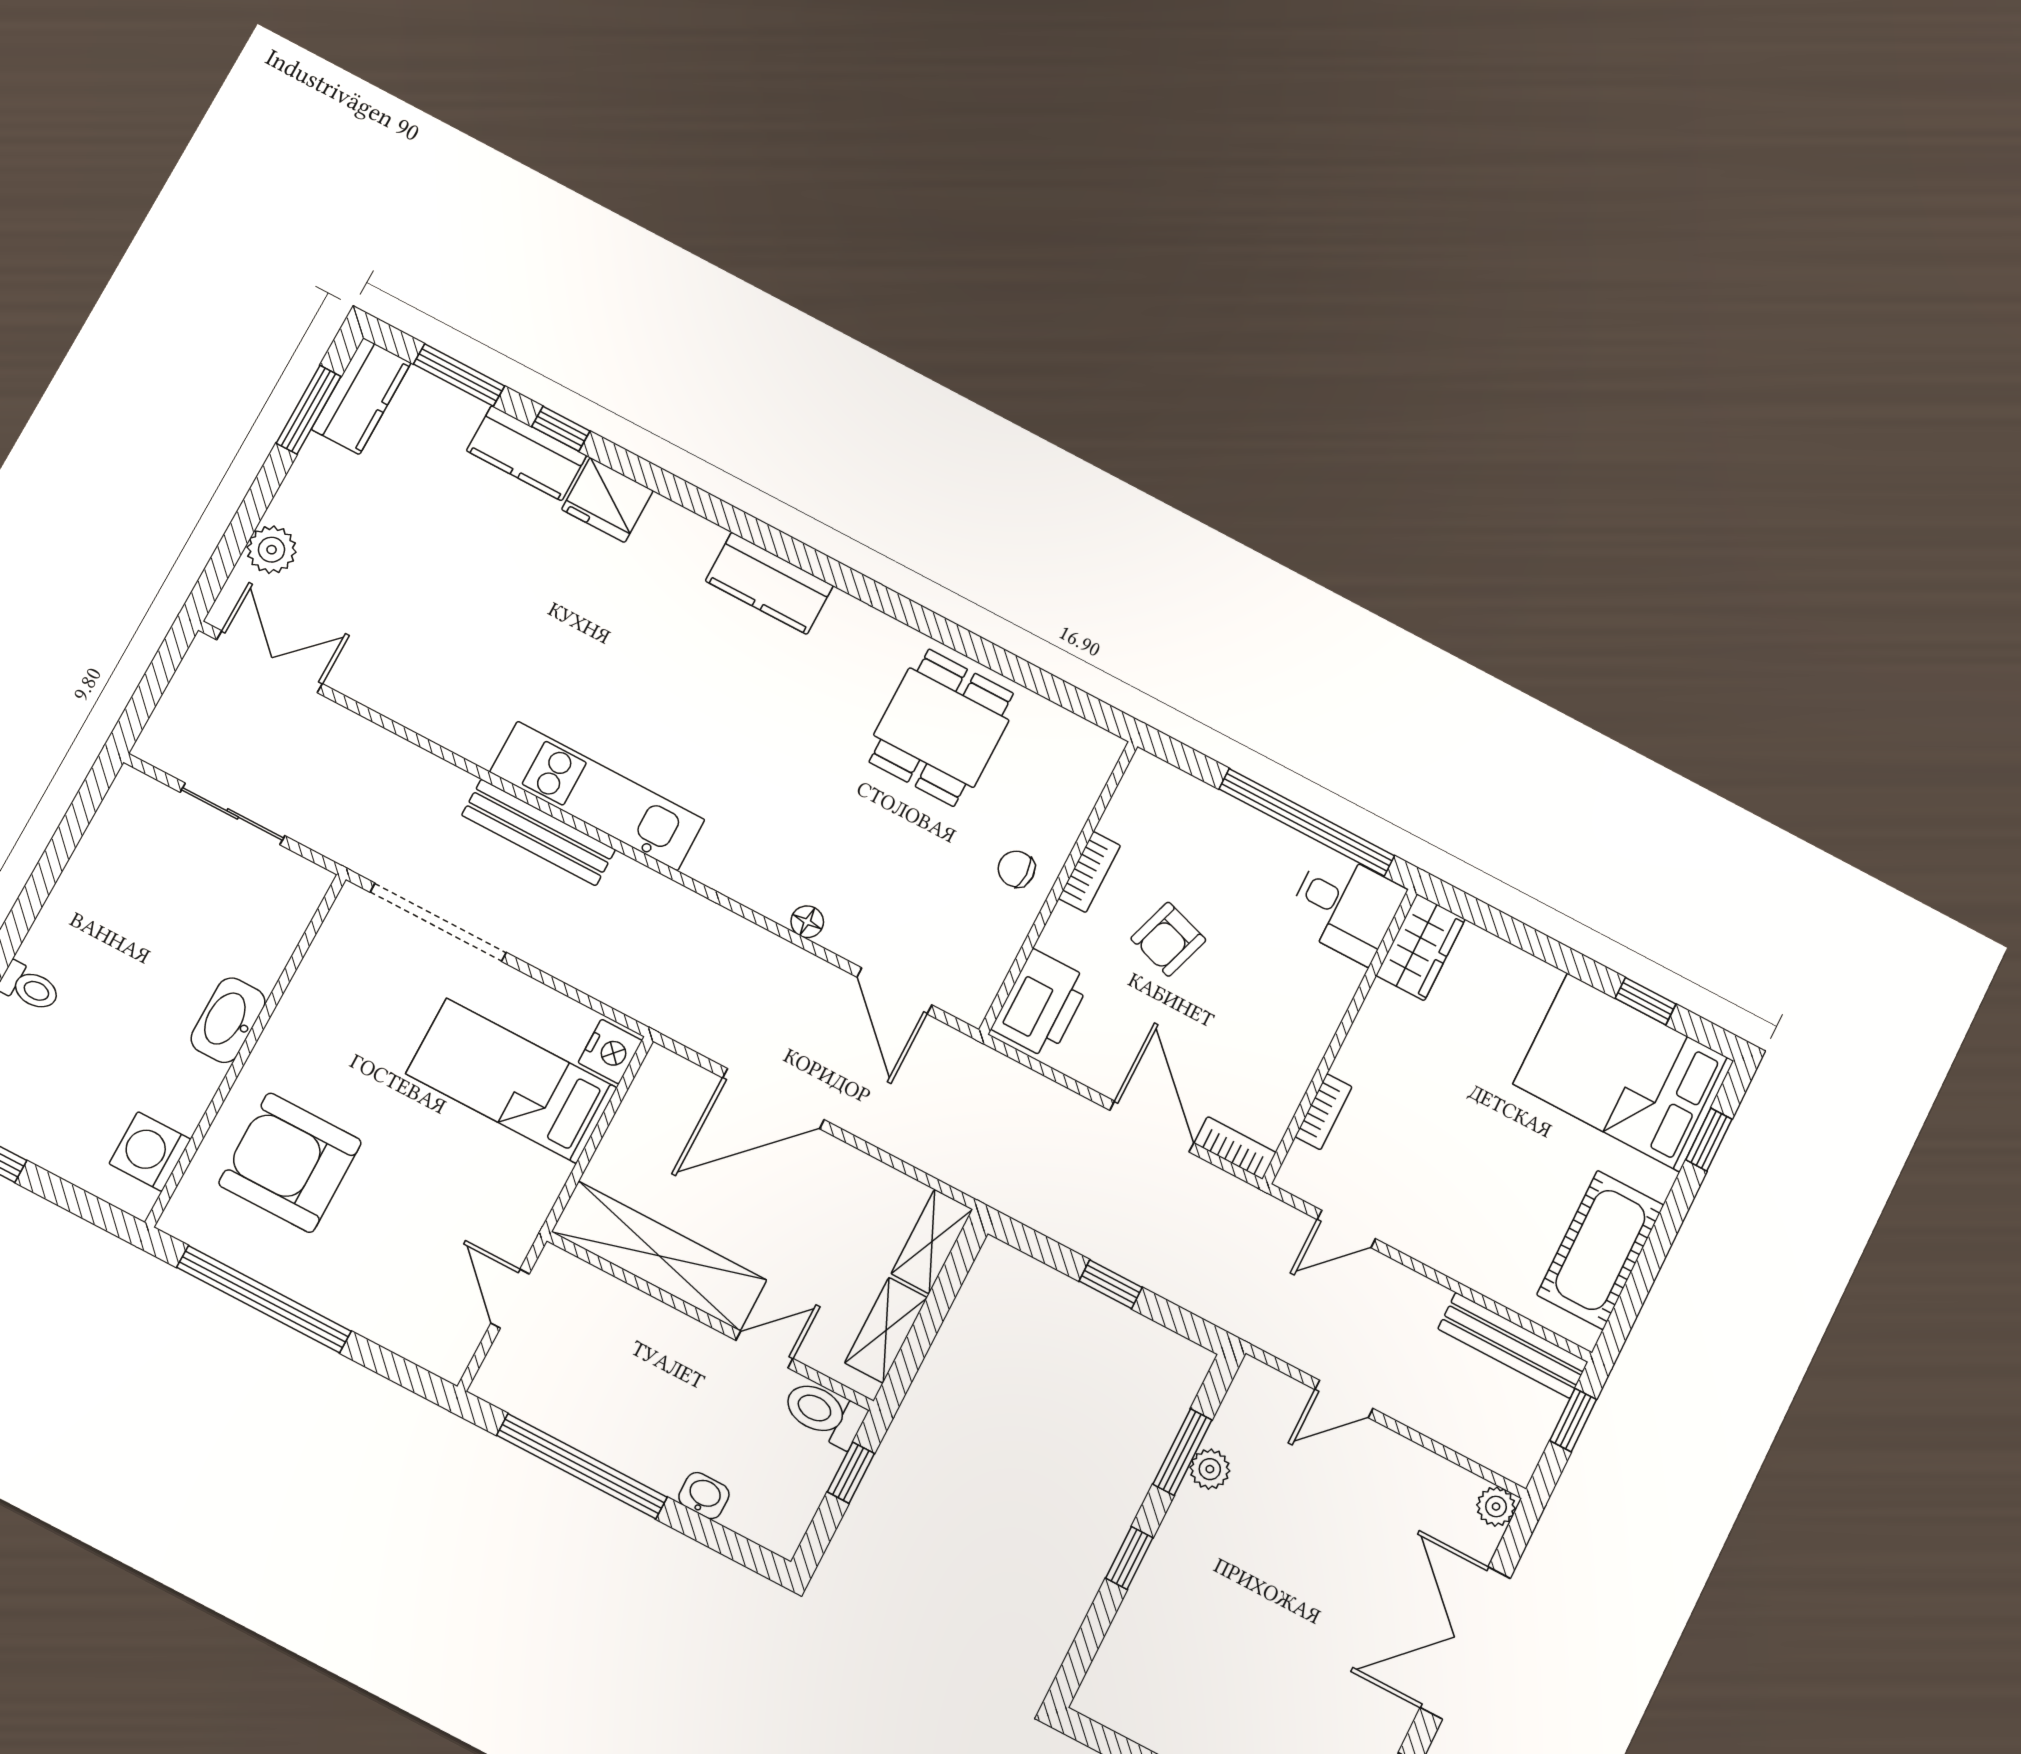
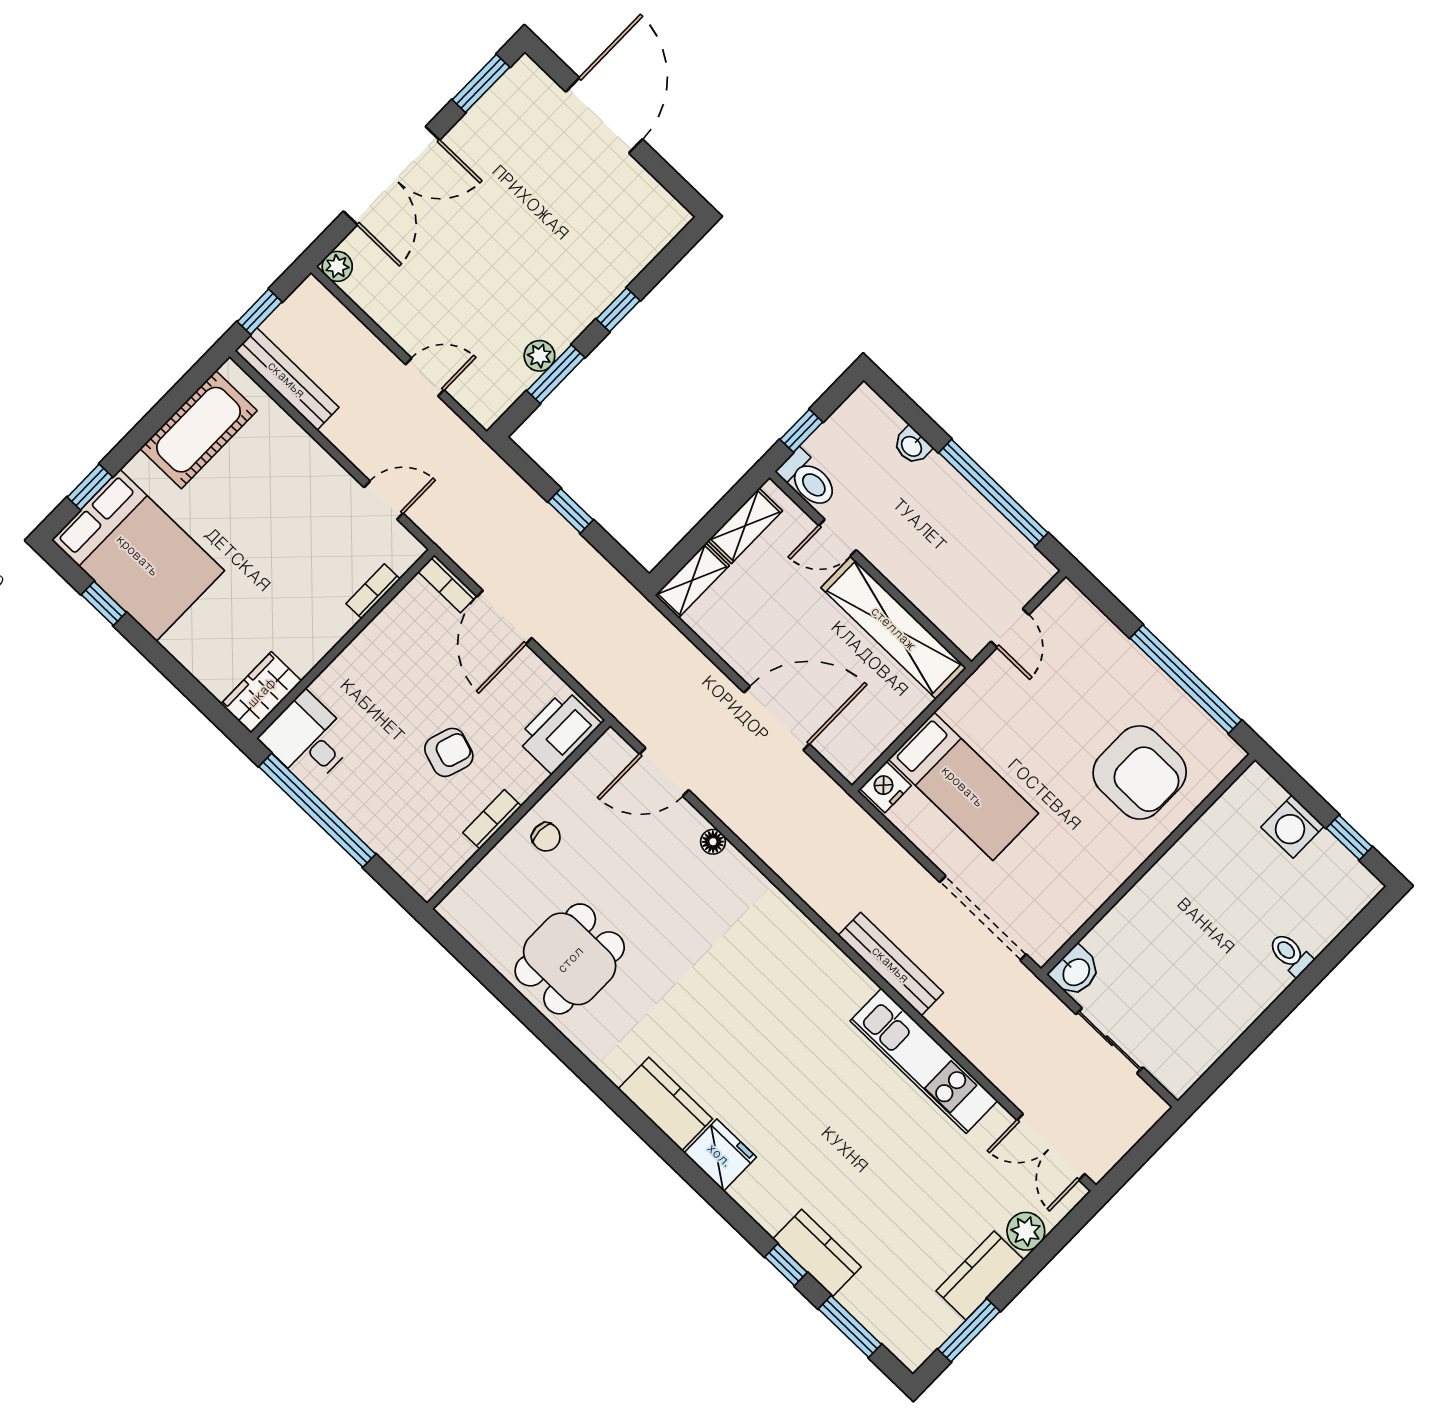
kitchen counter: (361, 396) -> (980, 1275), moved
fridge: (607, 500) -> (720, 1155), moved
kitchen unit: (597, 796) -> (924, 1061), moved
door: (894, 991) -> (664, 772), swing flipped
washbasin: (228, 1020) -> (1075, 971), moved, width x0.72
washing machine: (150, 1151) -> (1293, 827), moved, turned 90

